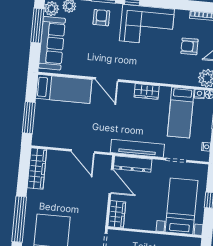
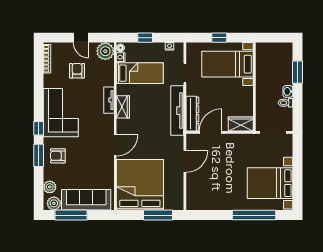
armchair: (189, 46) -> (77, 71), turned 180
tv unit: (155, 77) -> (109, 100), added
bed: (64, 89) -> (140, 185), width x2.04
wardrobe: (37, 169) -> (205, 203), removed

